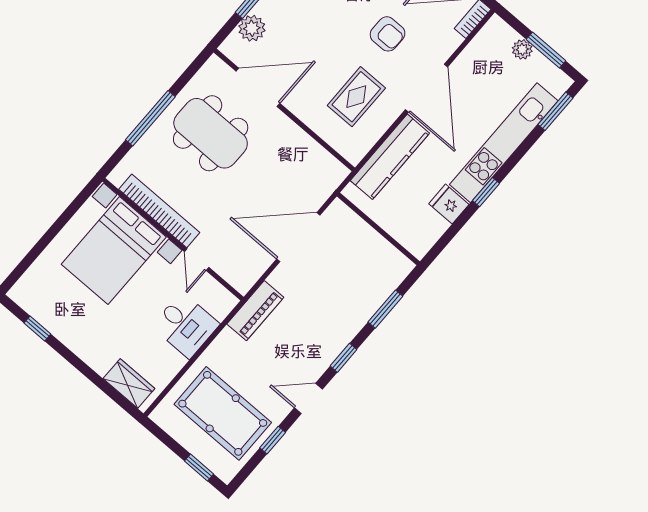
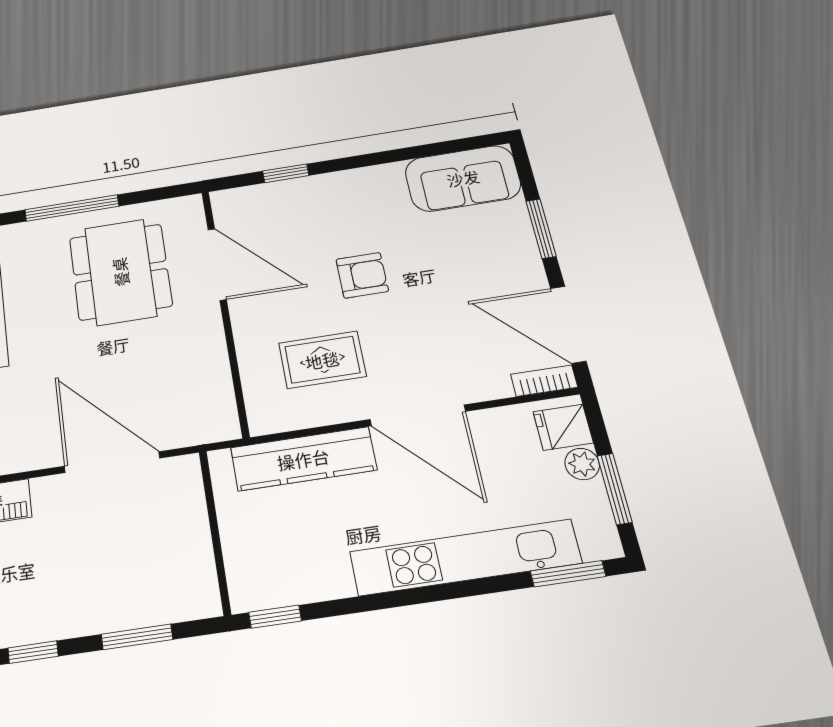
plant: (252, 28) -> (267, 200), removed
armchair: (388, 34) -> (362, 275), moved, turned -90
door: (426, 88) -> (418, 415), hinge flipped
window: (486, 192) -> (275, 617), moved
fridge: (449, 204) -> (563, 427), moved, turned -90

